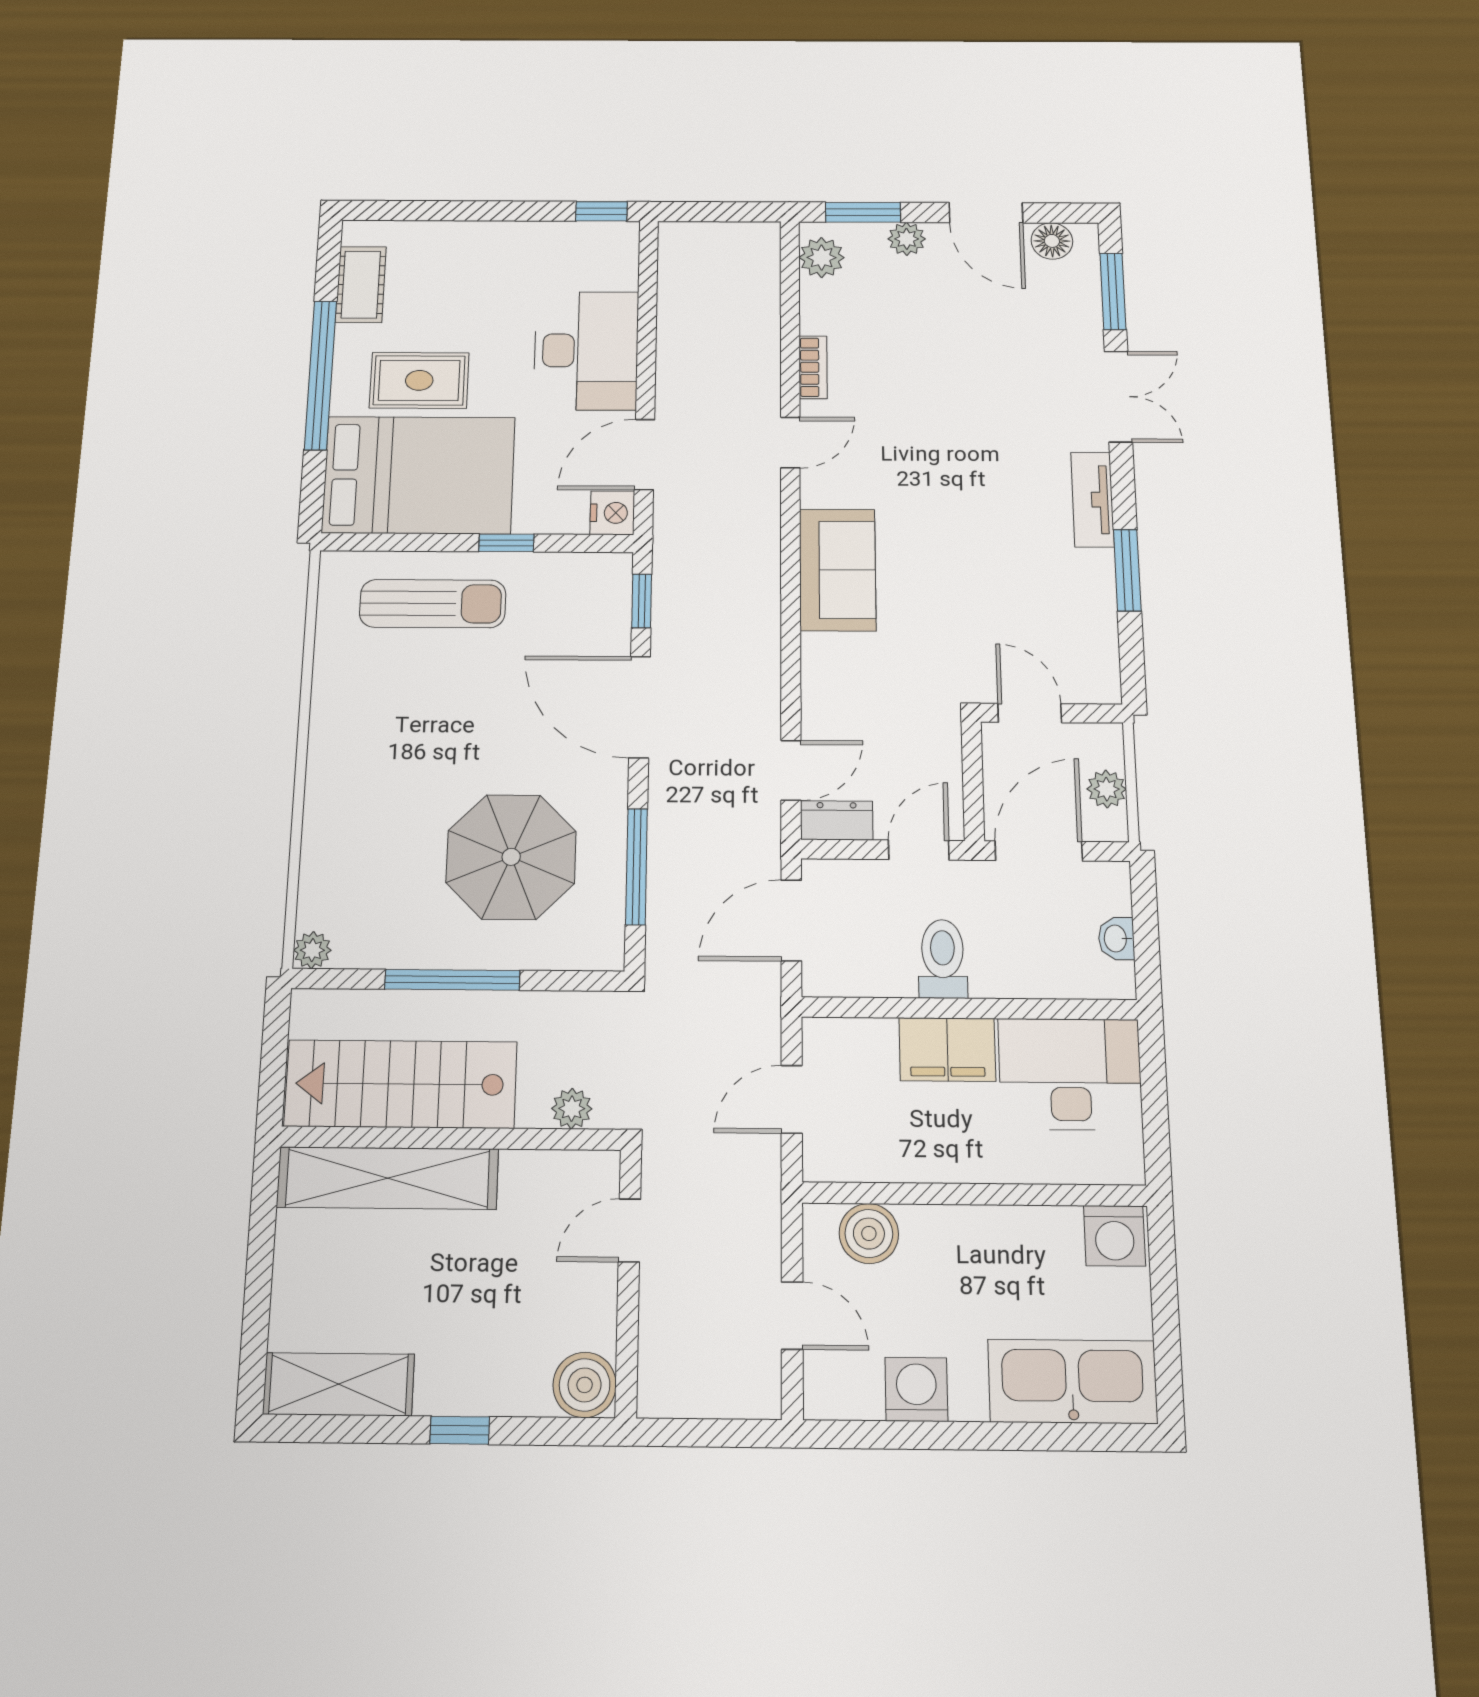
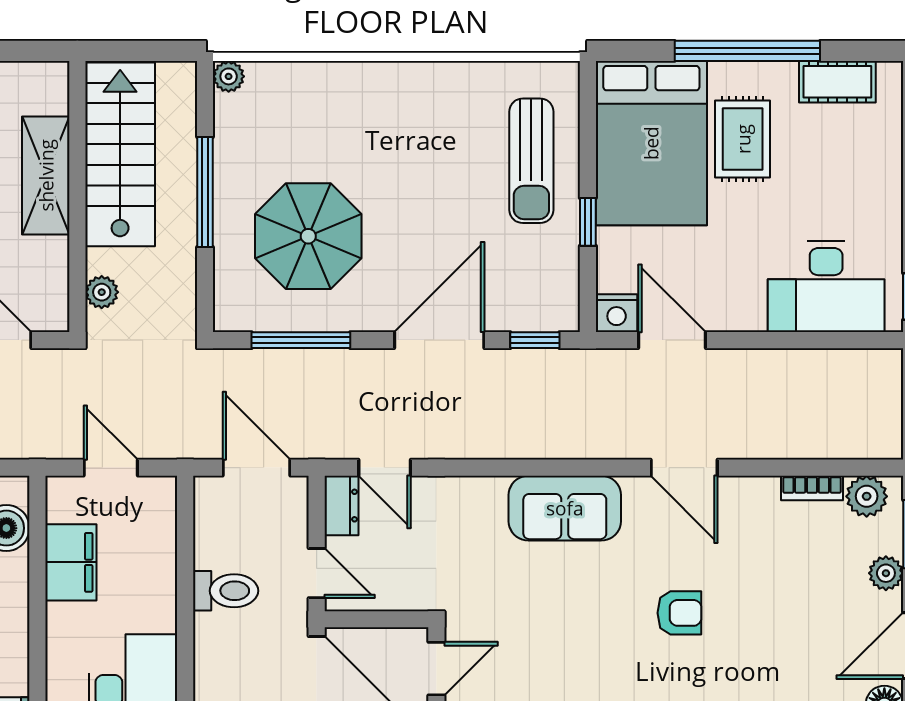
desk: (586, 350) -> (826, 286), moved
bookcase: (813, 367) -> (812, 488), moved
door: (790, 443) -> (684, 468), width x1.38
armchair: (956, 448) -> (679, 613), added
filing cabinet: (947, 1049) -> (71, 562), moved, turned 180
shelving: (388, 1178) -> (46, 175), width x0.68

